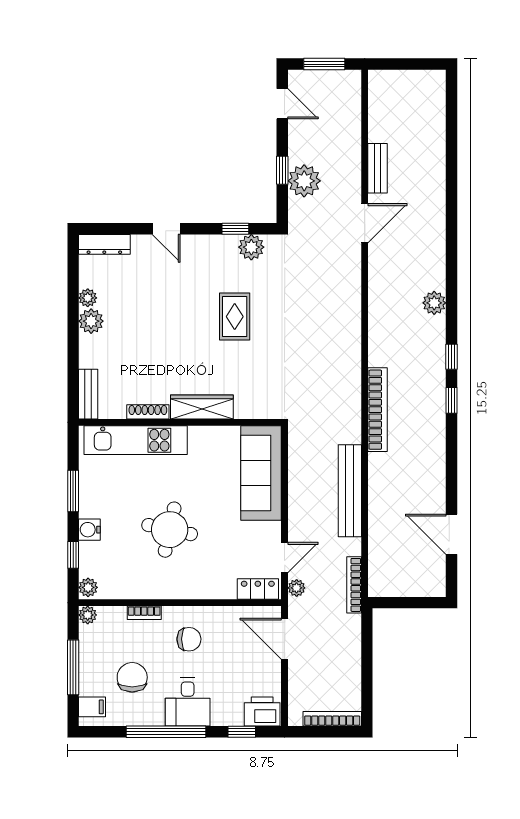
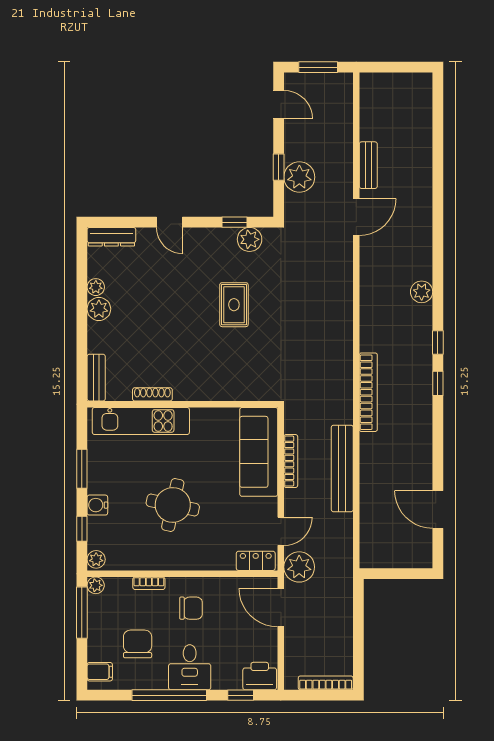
wardrobe: (202, 407) -> (203, 390), removed
bookcase: (354, 585) -> (291, 461), moved, turned 180
plant: (297, 588) -> (299, 567), width x1.88, depth x1.88
window: (73, 667) -> (82, 613), moved

